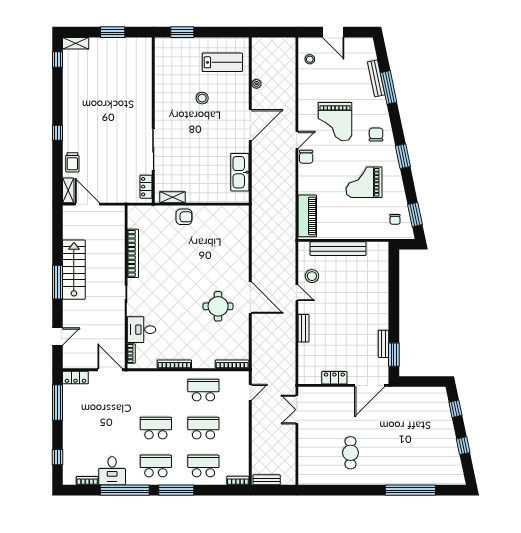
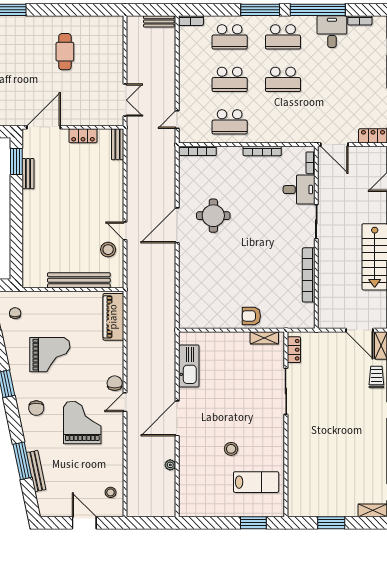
lab bench: (222, 62) -> (256, 482), moved, turned 180
door: (250, 298) -> (177, 225), hinge flipped
bench: (303, 328) -> (118, 144), moved

